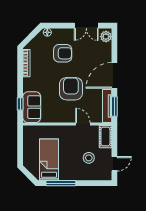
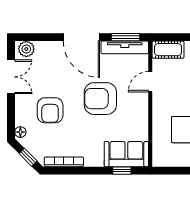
window: (29, 38) -> (28, 157), added
armchair: (63, 53) -> (50, 110), turned 180

